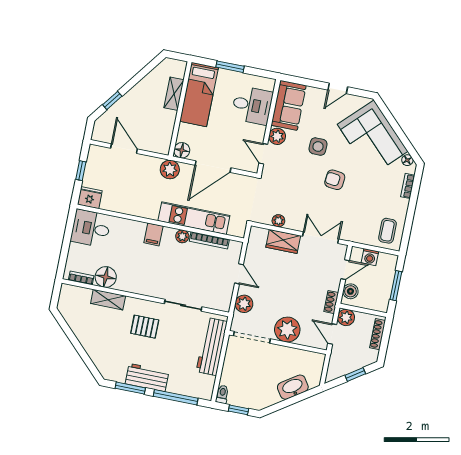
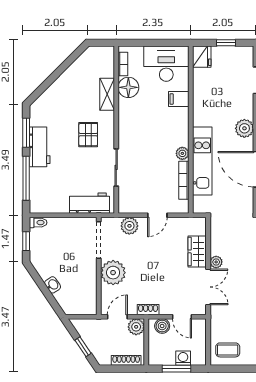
plant: (278, 221) -> (216, 262), moved
desk: (91, 228) -> (166, 64), width x1.37
filing cabinet: (153, 234) -> (179, 99), moved
washing machine: (370, 257) -> (183, 358), moved, turned 90
workbench: (212, 347) -> (89, 203), width x0.73
washbasin: (293, 387) -> (53, 285), width x0.52, depth x0.69

